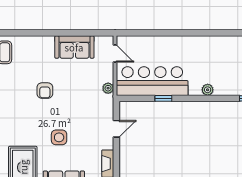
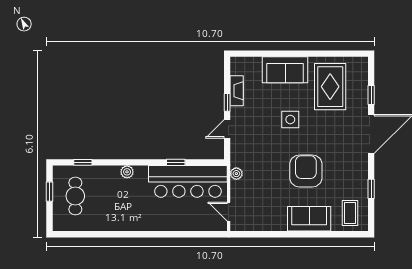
sofa: (74, 47) -> (309, 219), moved
armchair: (45, 91) -> (306, 171), width x1.88, depth x1.88
window: (116, 153) -> (227, 102), added

